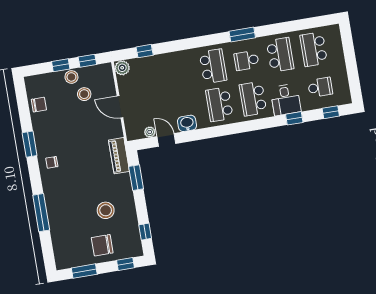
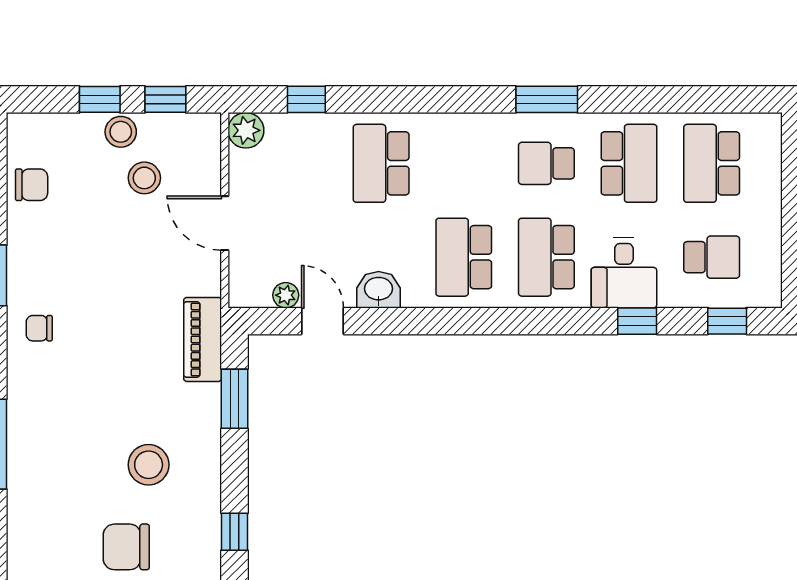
school desk: (213, 66) -> (381, 163), moved, turned 180

